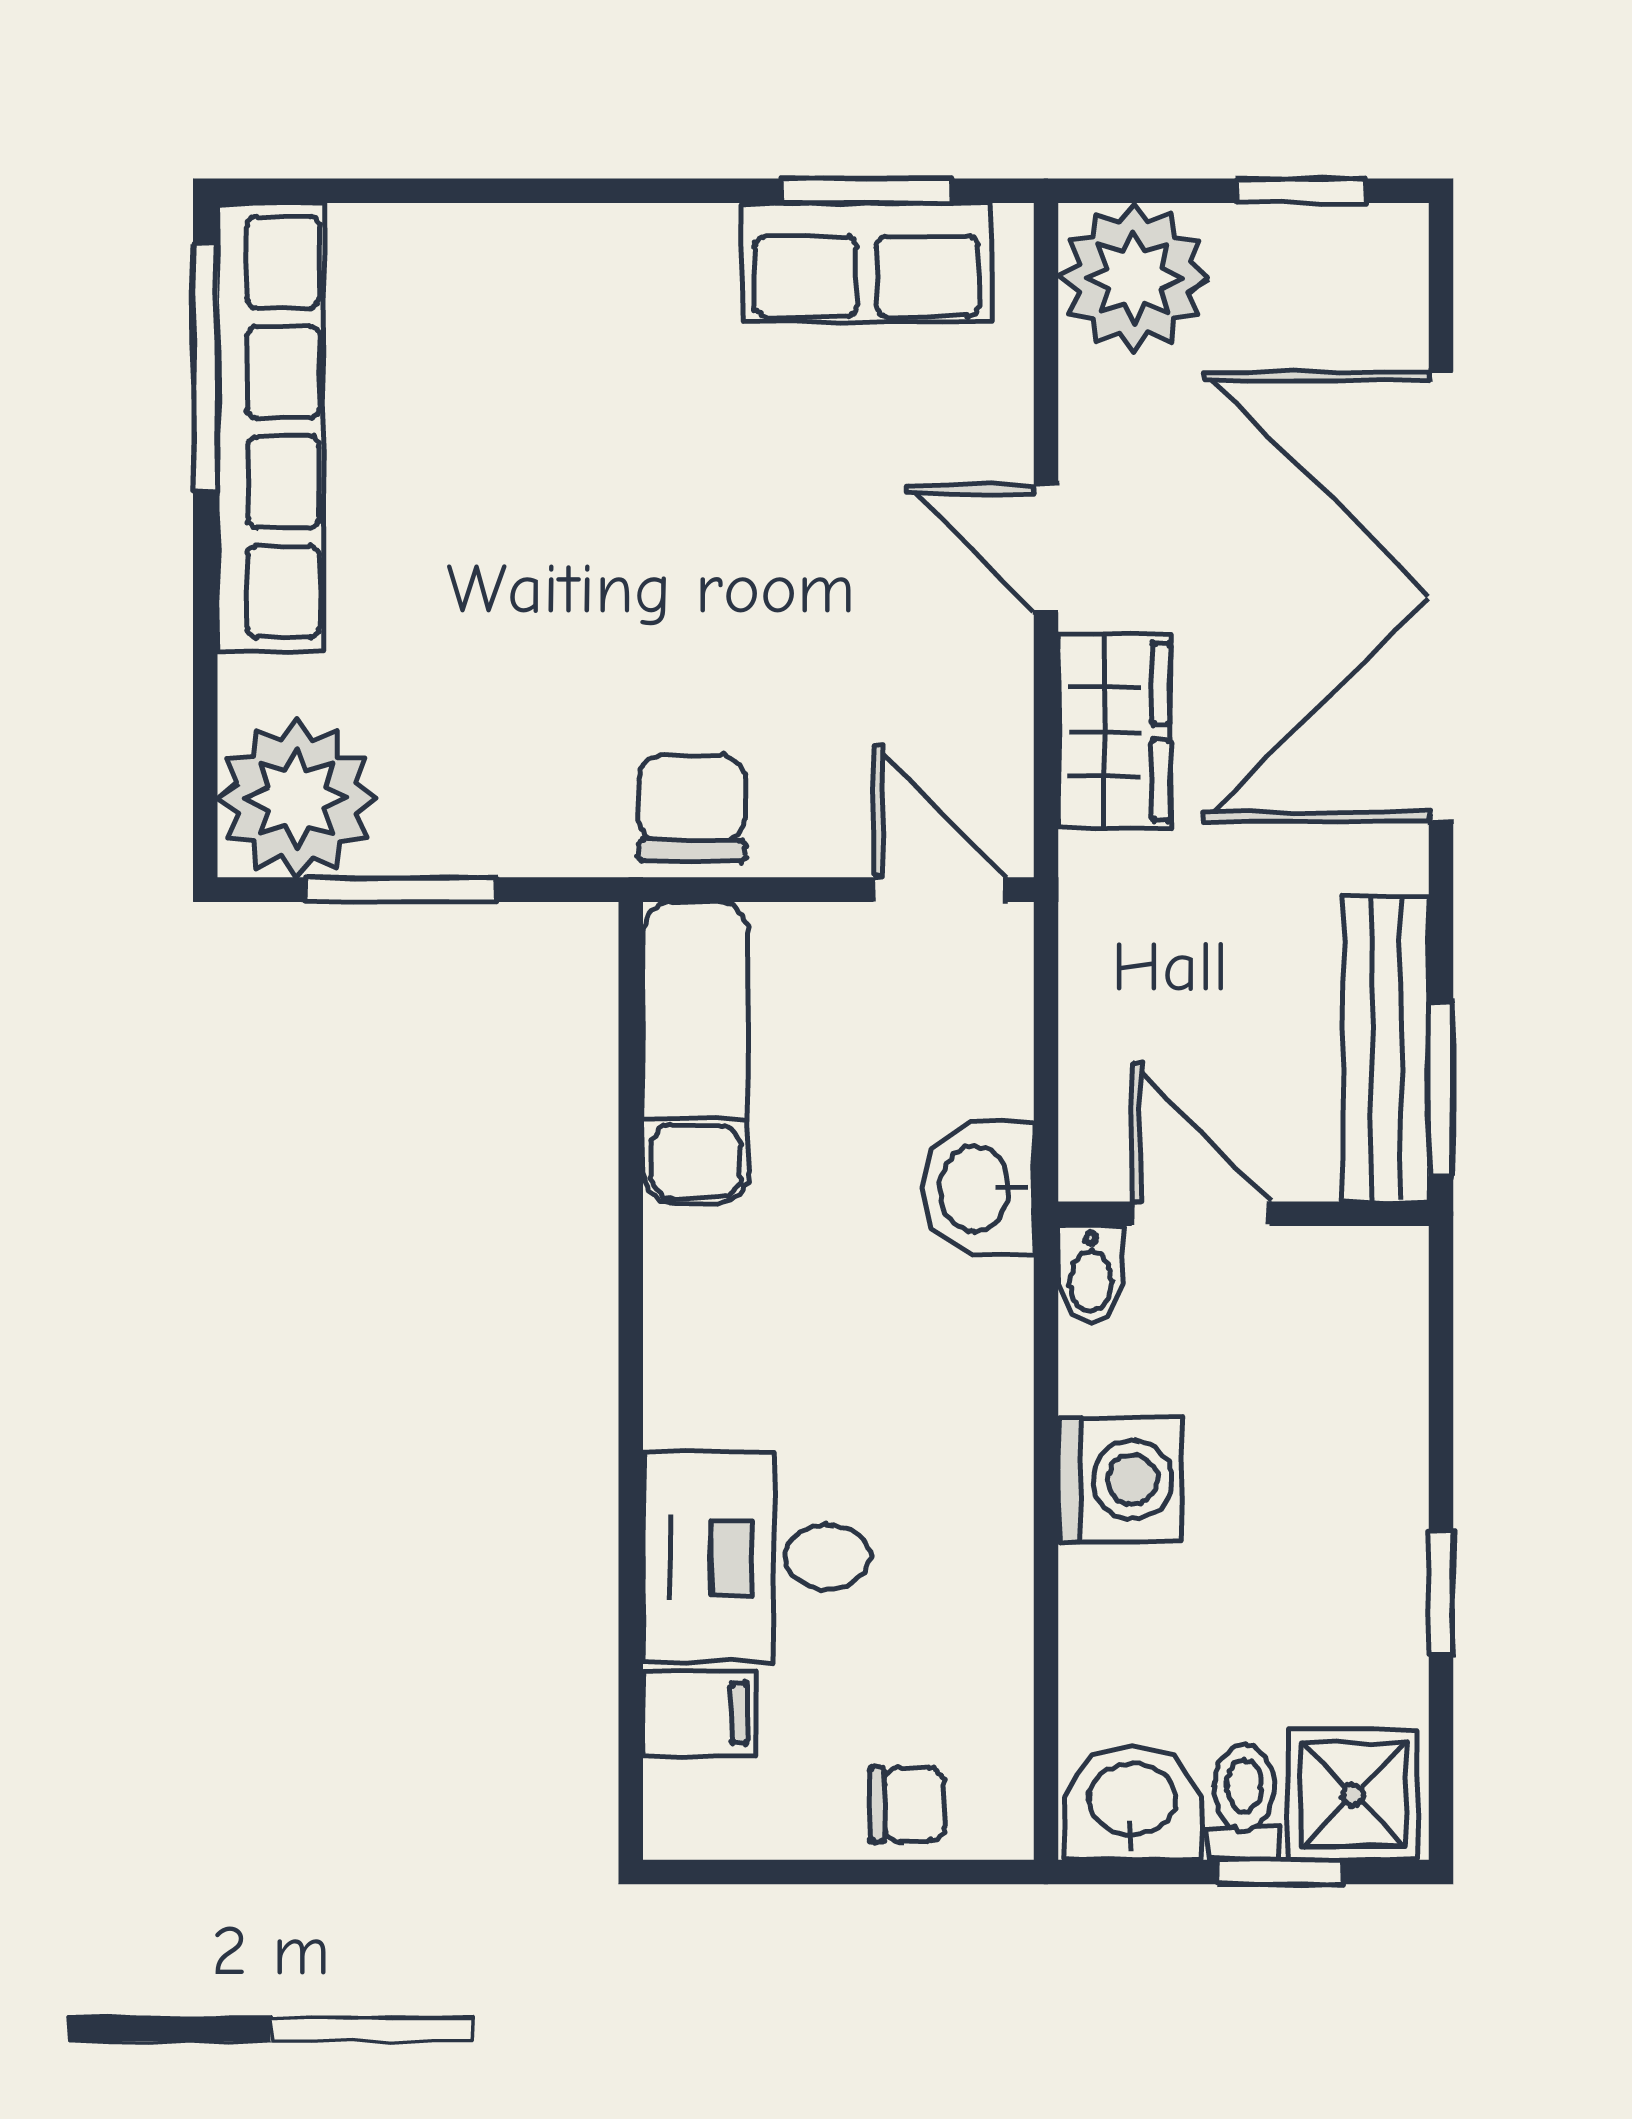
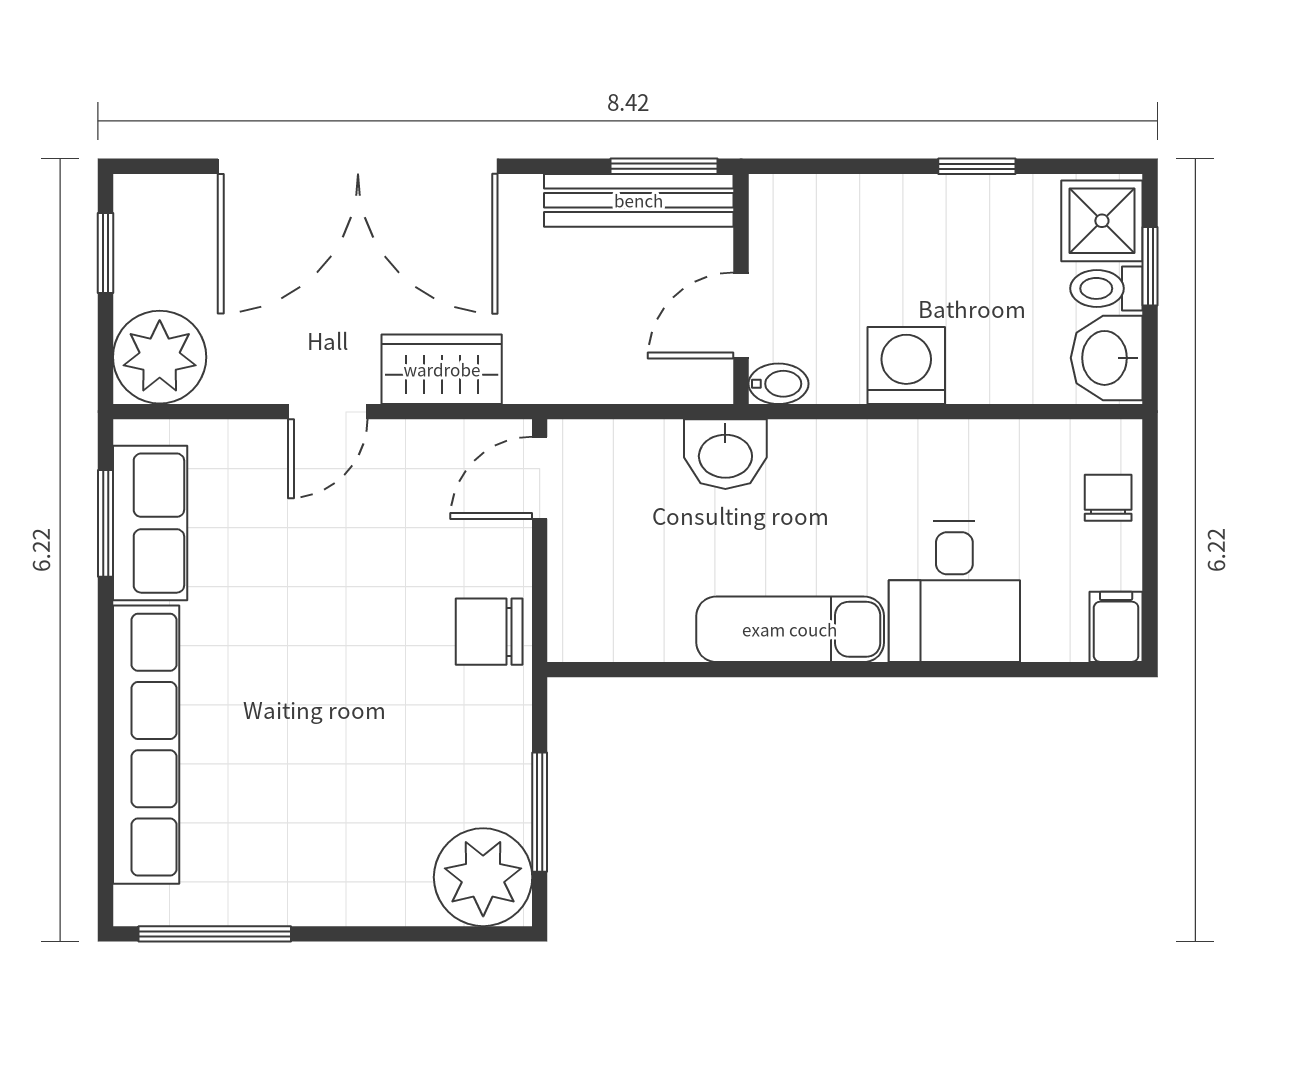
row of seats: (271, 427) -> (146, 745), moved, turned 90
exam couch: (696, 1053) -> (790, 629), moved
filing cabinet: (700, 1713) -> (1116, 627), moved

